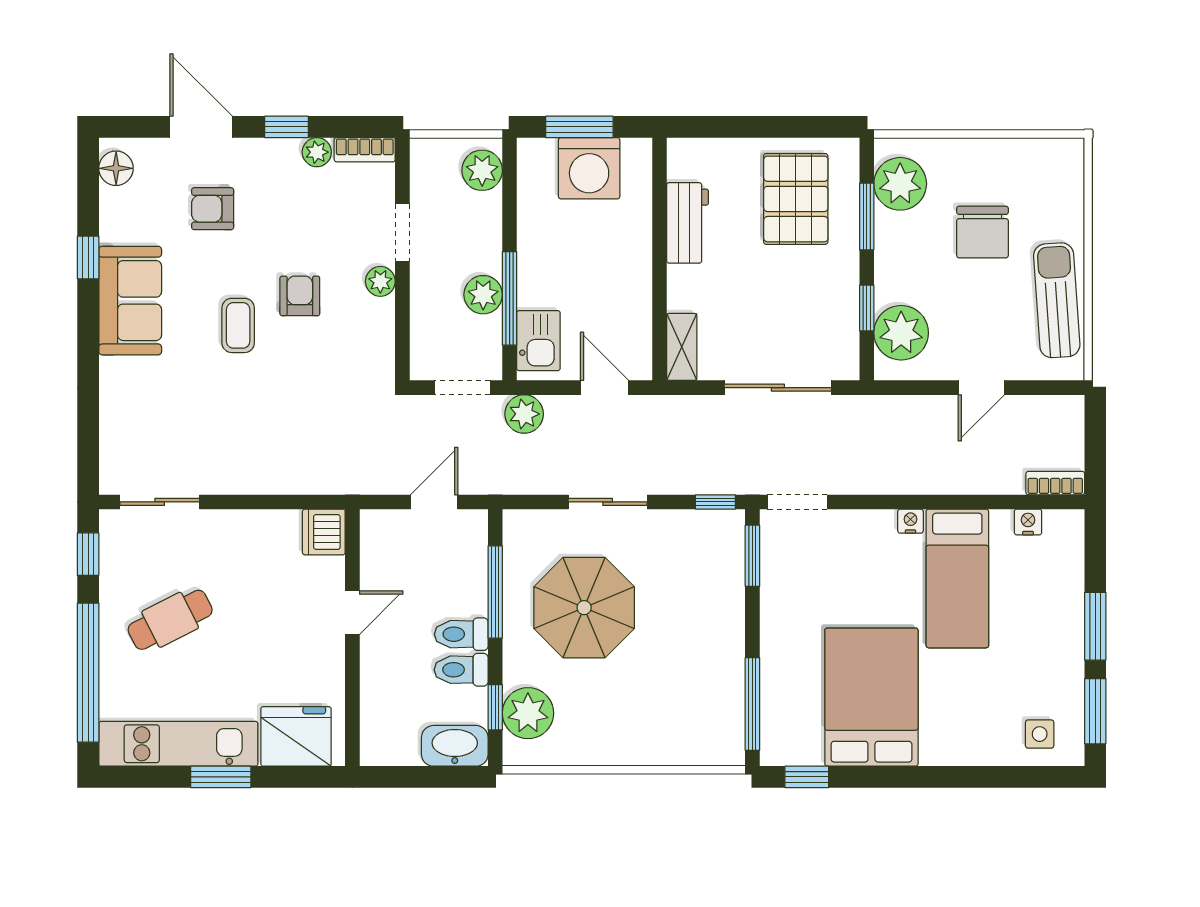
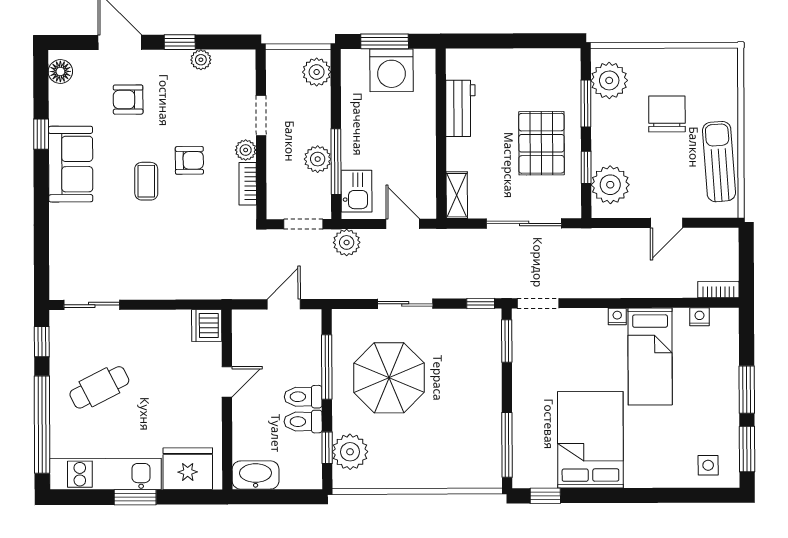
bookcase: (365, 150) -> (248, 184), moved, turned 90
pallet: (796, 199) -> (541, 143), moved
chair: (982, 232) -> (667, 114), turned 180
armchair: (300, 296) -> (189, 160), turned 90
washbasin: (455, 746) -> (256, 475), moved

